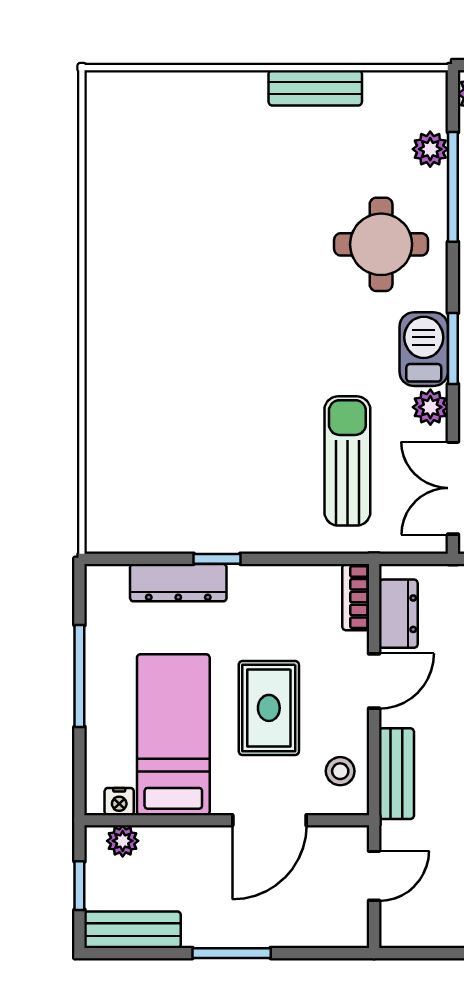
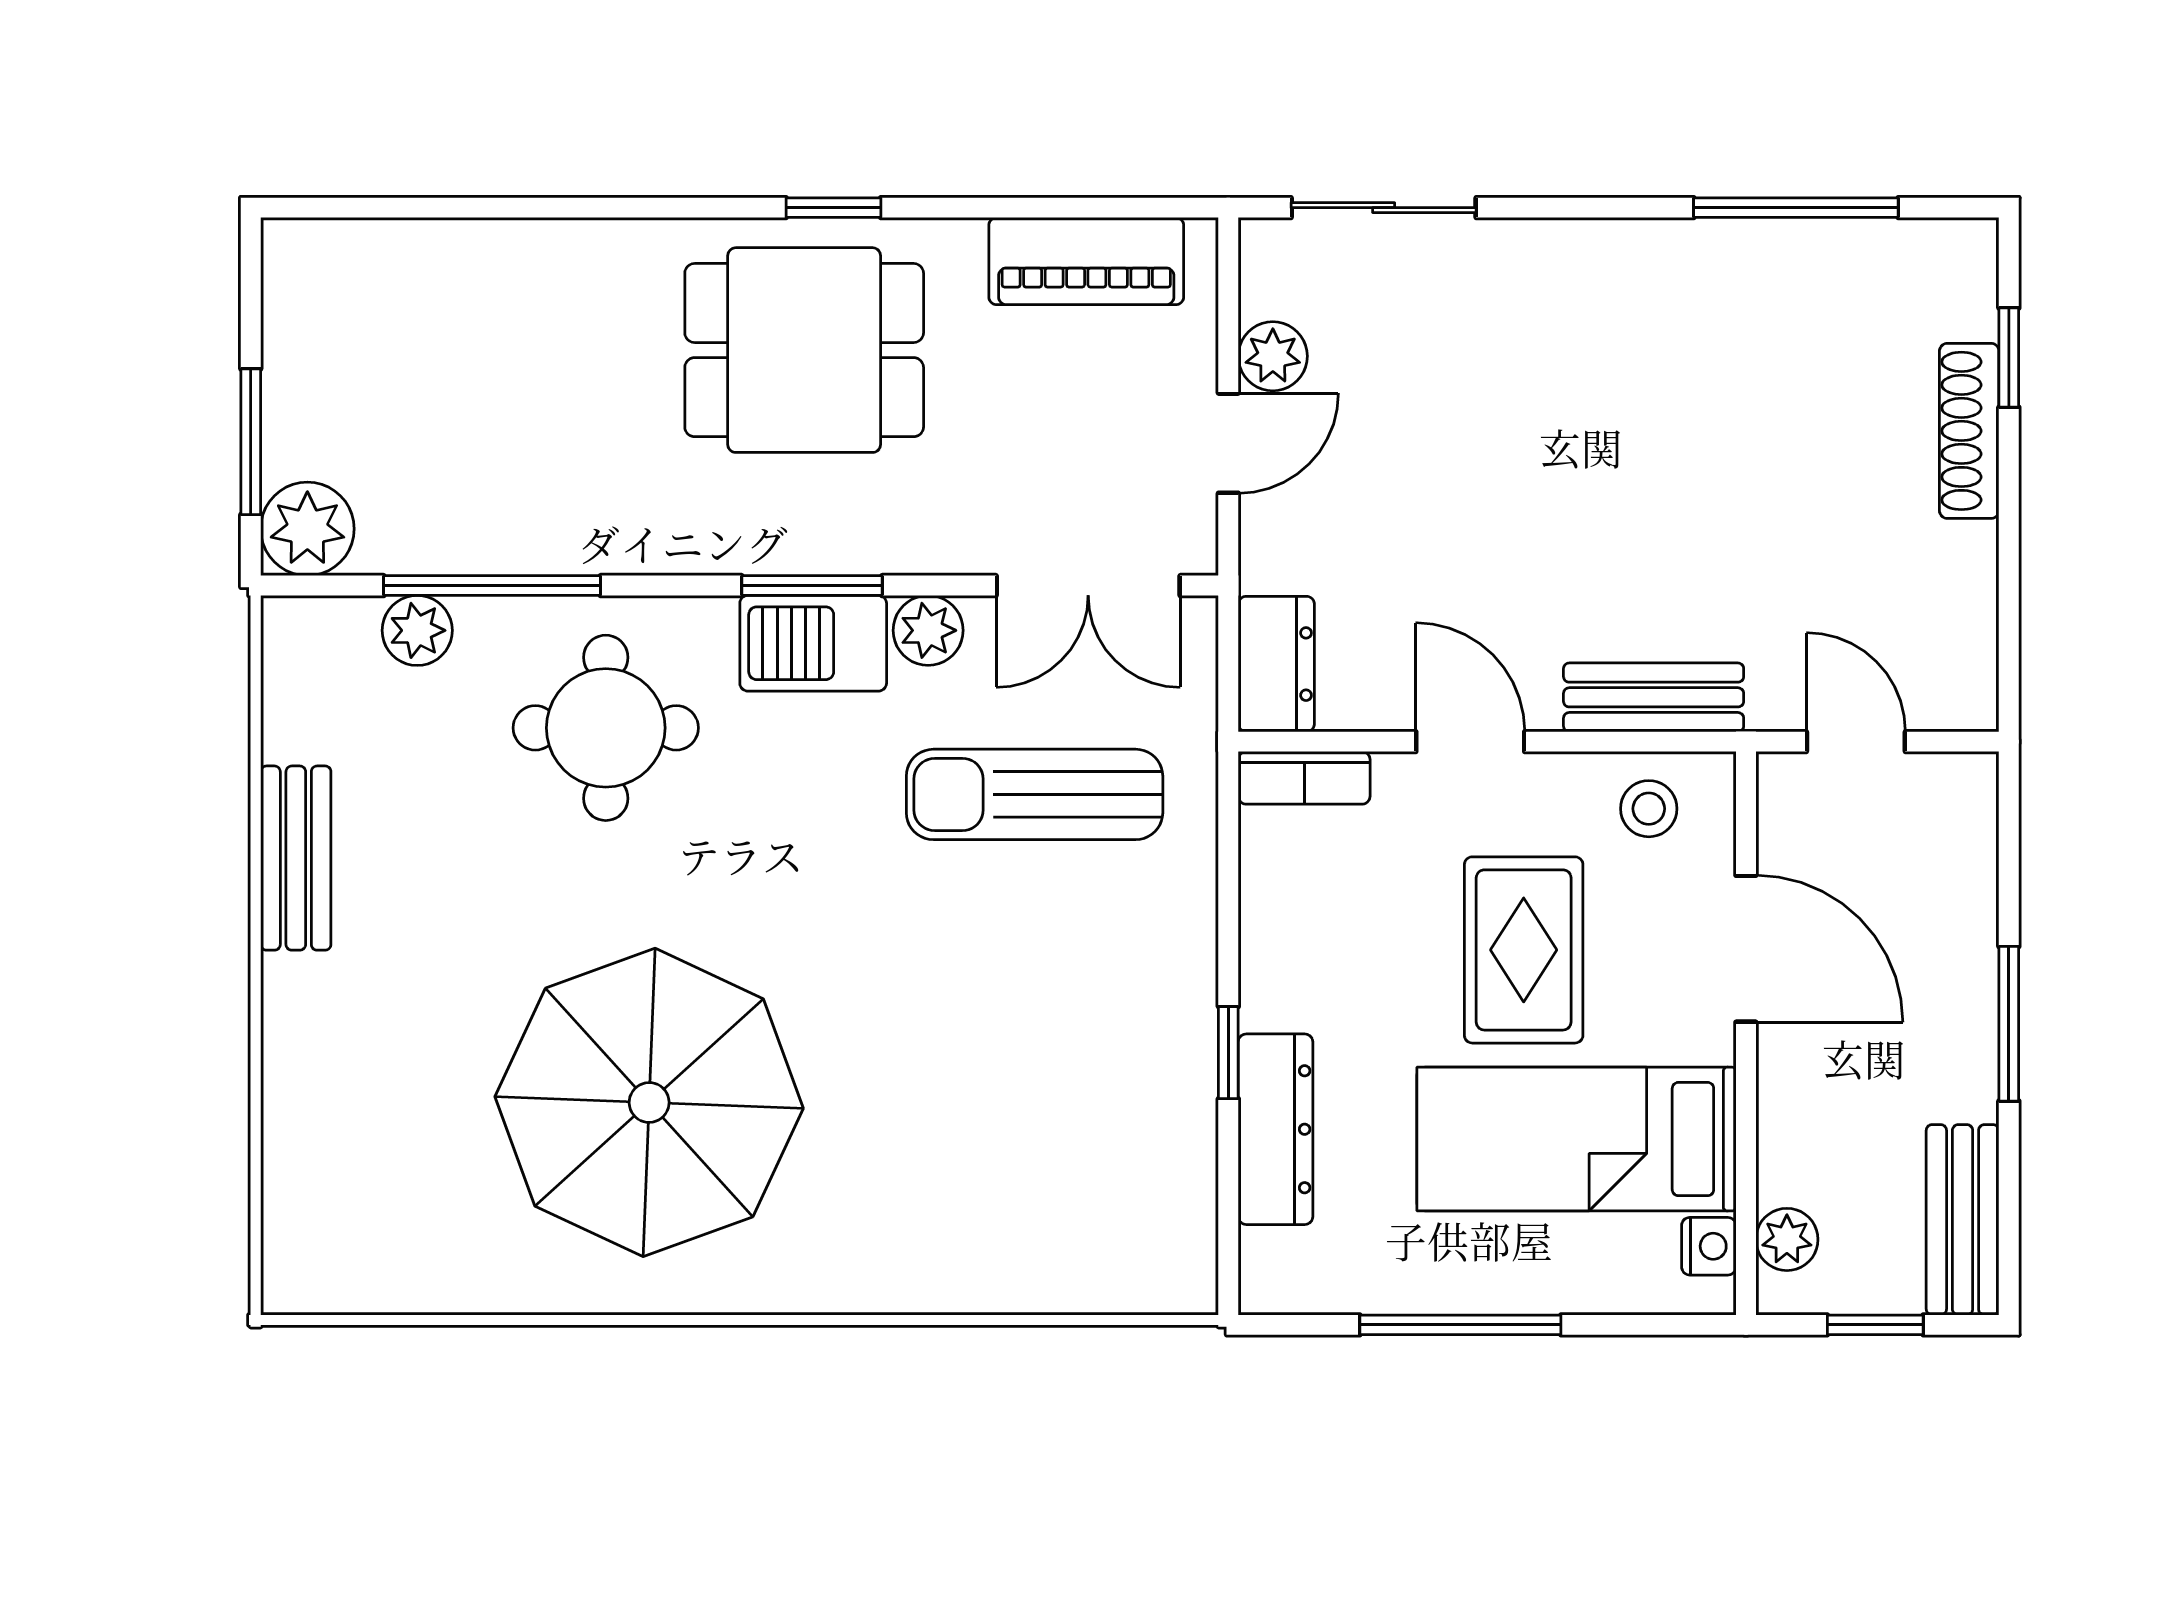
parasol: (192, 266) -> (649, 1102), added
dresser: (398, 614) -> (1276, 664), moved, turned 90
rug: (269, 708) -> (1524, 950), turned 90

